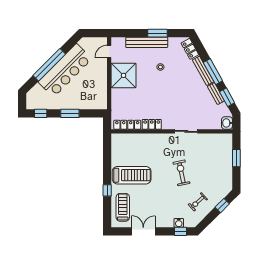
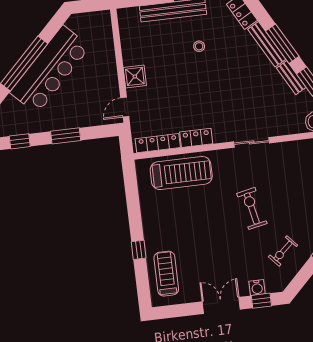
door: (109, 51) -> (125, 107), moved
shower: (124, 75) -> (135, 76), width x0.54, depth x0.54
treadmill: (132, 175) -> (181, 173), moved
double door: (143, 231) -> (221, 305), moved

